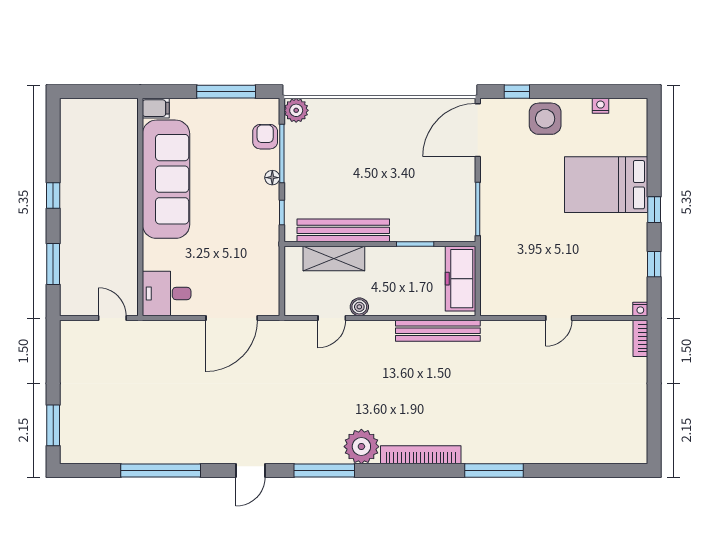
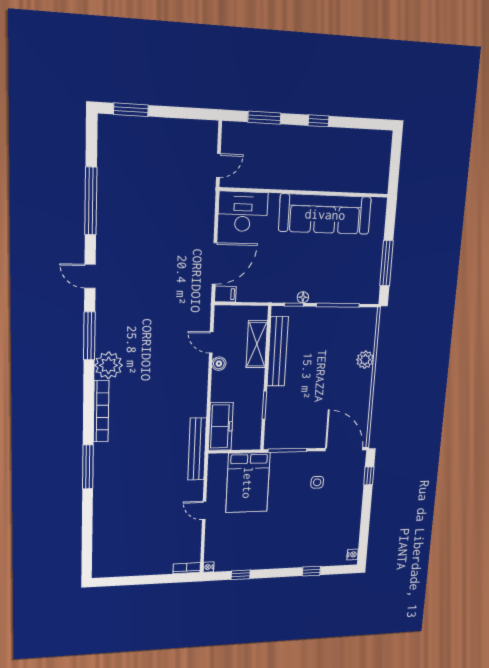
nightstand: (600, 106) -> (353, 554), moved
filing cabinet: (156, 108) -> (225, 294), moved, turned -90
plant: (296, 110) -> (365, 360), moved
side table: (545, 119) -> (317, 482), moved, width x0.54, depth x0.54
armchair: (265, 137) -> (351, 293), removed
floor lamp: (272, 178) -> (303, 297), moved
bed: (606, 185) -> (248, 483), moved, turned 180
window: (654, 210) -> (311, 571), moved
freezer: (461, 279) -> (221, 426), moved, turned 90
desk: (167, 293) -> (243, 212), width x1.37
door: (232, 318) -> (214, 264), swing flipped
bench: (438, 331) -> (197, 449), moved

